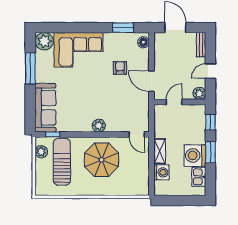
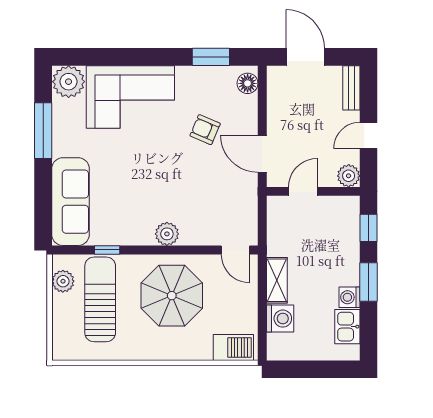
armchair: (120, 68) -> (205, 130), turned -67
window: (53, 134) -> (107, 250), moved
washing machine: (195, 156) -> (349, 297), width x0.53, depth x0.53
barbecue: (136, 188) -> (233, 347), added

